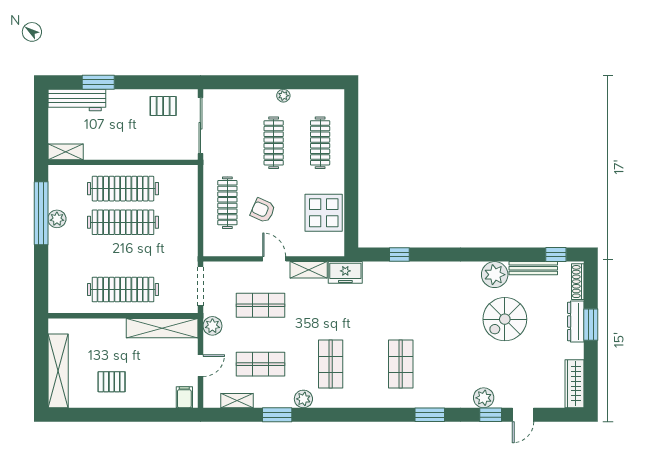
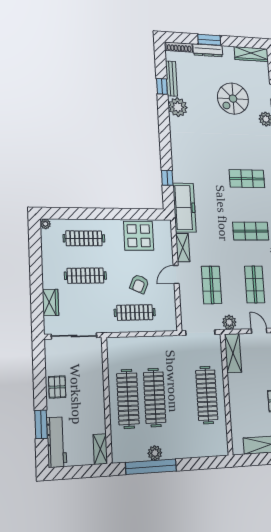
plant: (283, 96) -> (45, 224), moved
wardrobe: (241, 99) -> (50, 302), added
pallet: (163, 106) -> (57, 387), moved
window: (556, 255) -> (162, 86), moved
freezer: (345, 272) -> (184, 208), width x1.91, depth x1.26
spiral stairs: (505, 319) -> (233, 99), moved, turned 90
shelving: (162, 328) -> (233, 353), width x0.68

